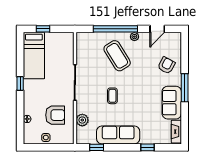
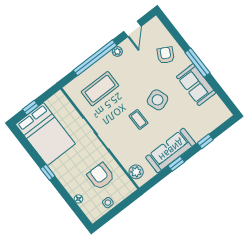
bed: (34, 56) -> (45, 134), width x1.50
coffee table: (117, 56) -> (100, 89), moved, turned -58
side table: (136, 92) -> (158, 100), added
armchair: (55, 115) -> (101, 176), turned -90
plant: (82, 120) -> (136, 172), moved
fireplace: (176, 132) -> (220, 107), removed
window: (97, 147) -> (176, 164), moved

